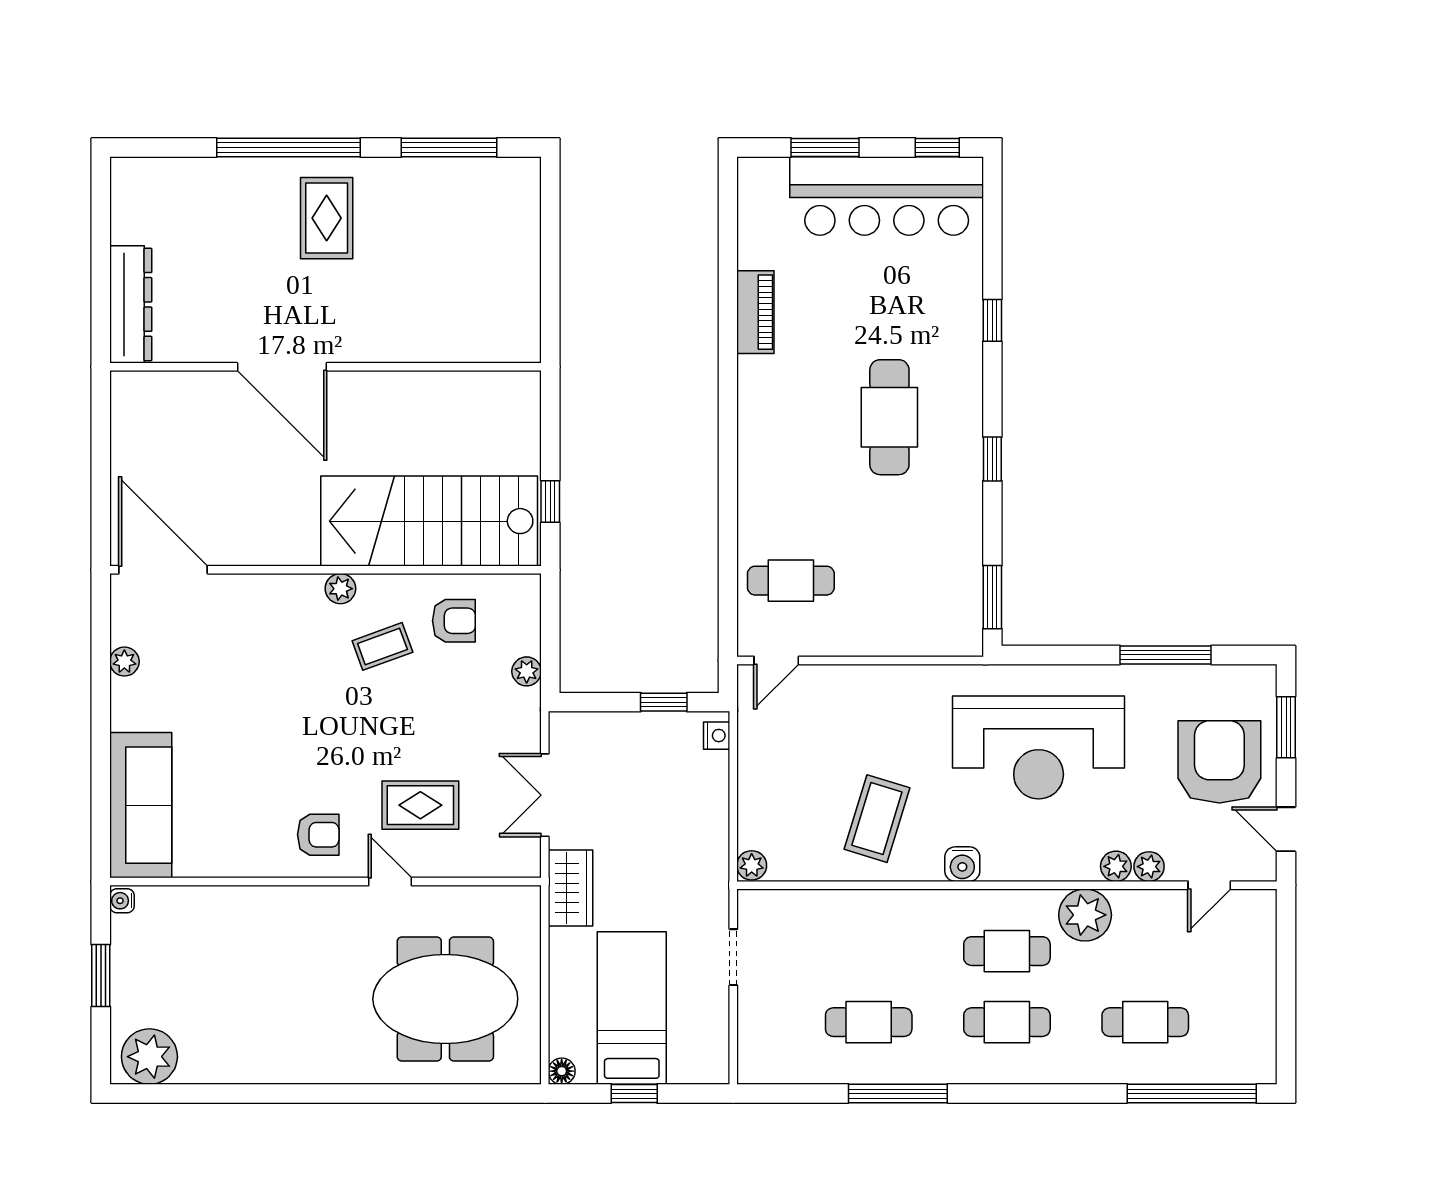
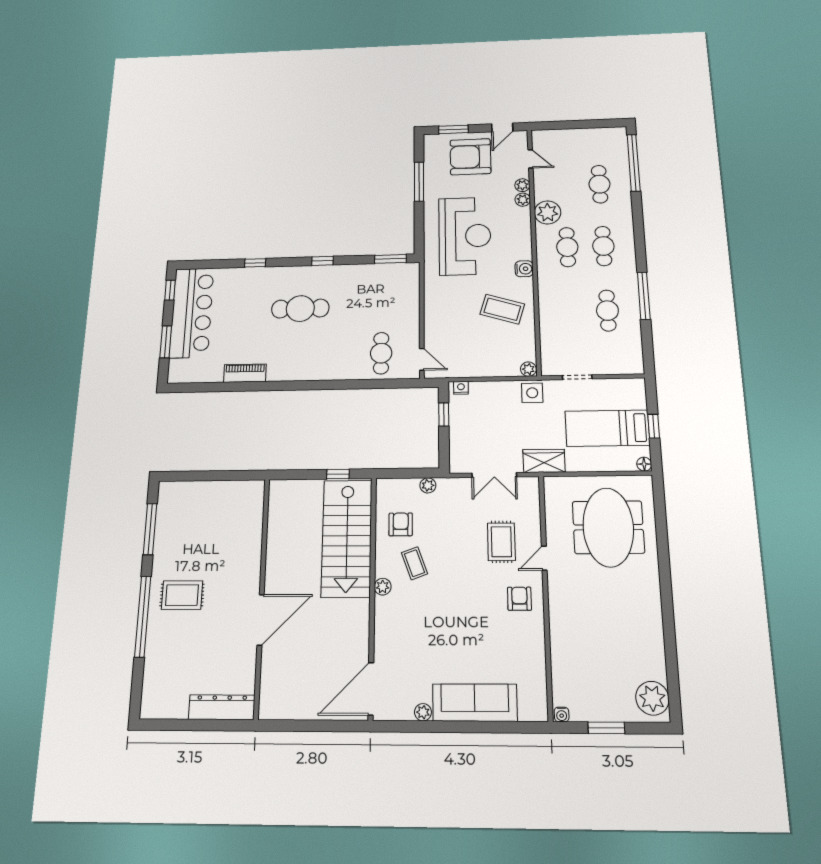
sofa: (141, 805) -> (475, 703), moved
side table: (704, 871) -> (532, 393), added

